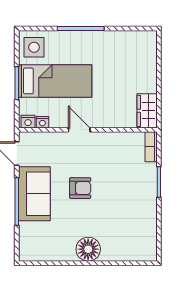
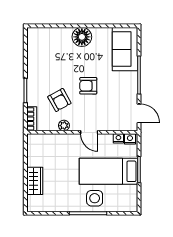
side table: (34, 47) -> (95, 198), moved
wardrobe: (147, 111) -> (35, 181), moved
plant: (111, 138) -> (64, 126), added
armchair: (116, 170) -> (59, 100), added
sofa: (34, 194) -> (125, 49), moved

